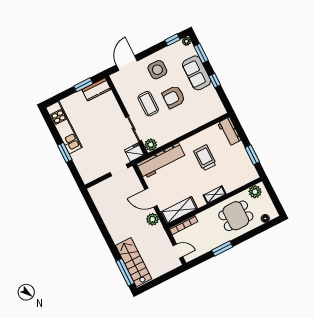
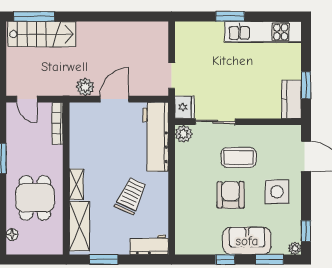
trolley: (205, 158) -> (131, 196), turned -65
plant: (255, 192) -> (54, 239), removed
shelving: (179, 210) -> (79, 226), moved
door: (178, 251) -> (27, 99), hinge flipped

